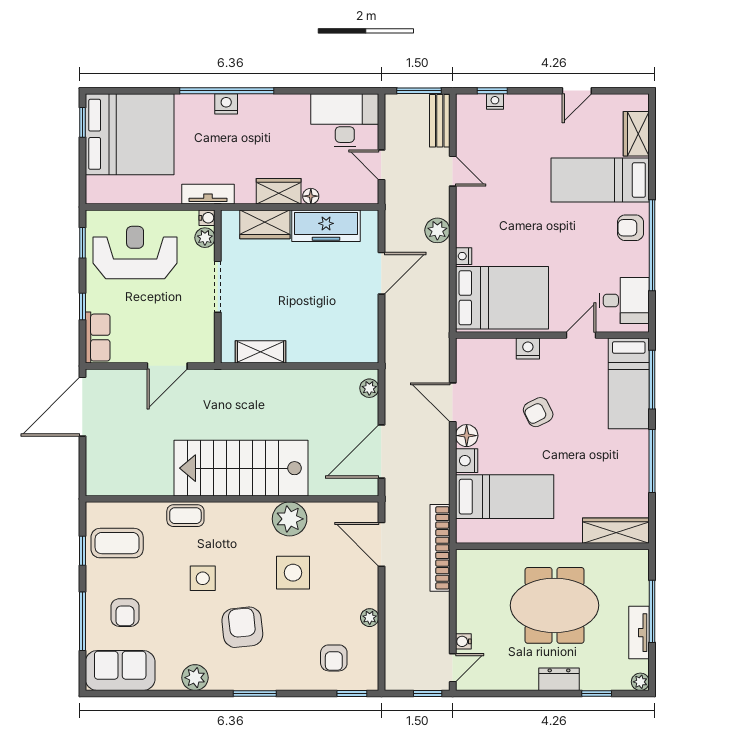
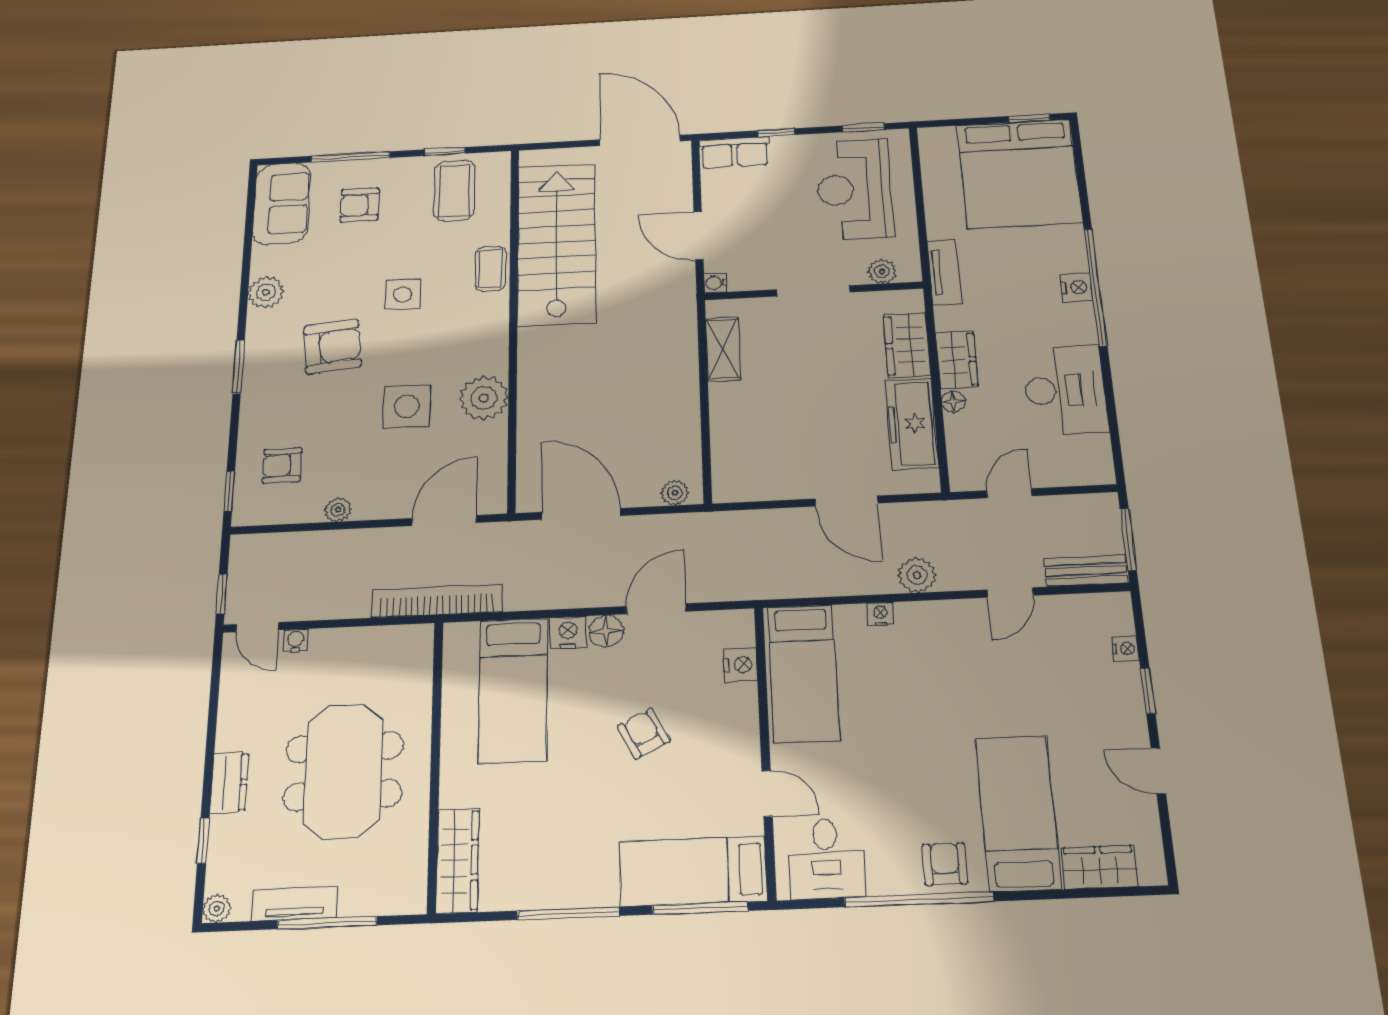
window: (492, 91) -> (1148, 691), moved
desk: (345, 120) -> (1065, 390), moved
water cooler: (207, 218) -> (715, 283), moved, turned 90
reception desk: (135, 253) -> (855, 189), turned 180
bed: (502, 298) -> (803, 673), width x0.67
nightstand: (528, 349) -> (740, 665), moved
stairs: (241, 468) -> (557, 244), moved

